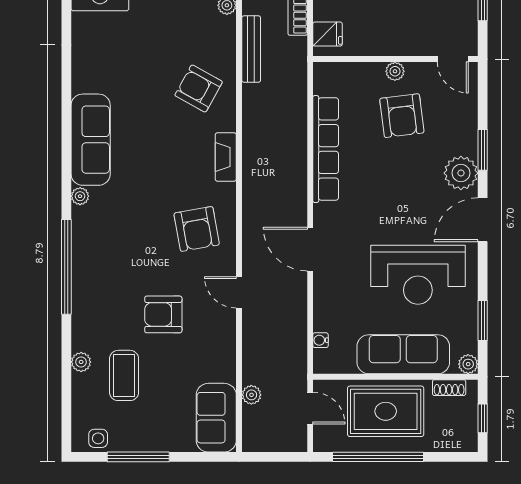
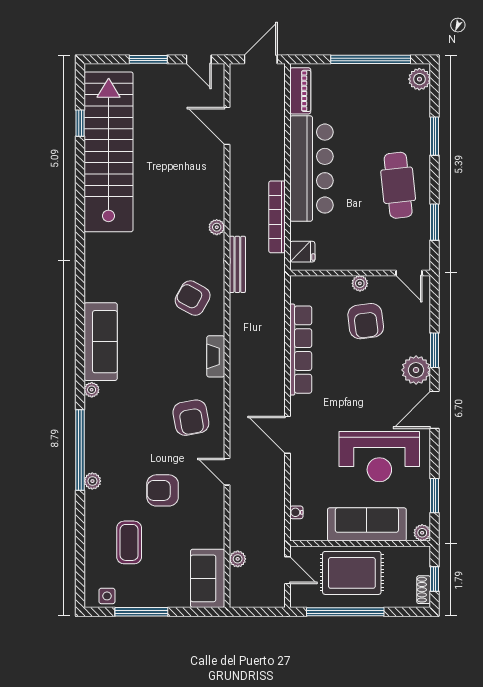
plant: (81, 362) -> (92, 481), moved
shoe rack: (449, 388) -> (424, 590), moved, turned 90

